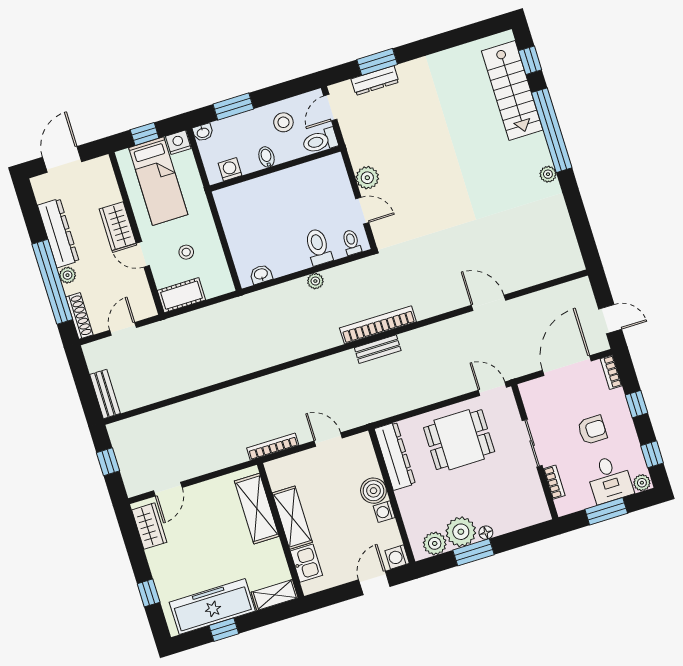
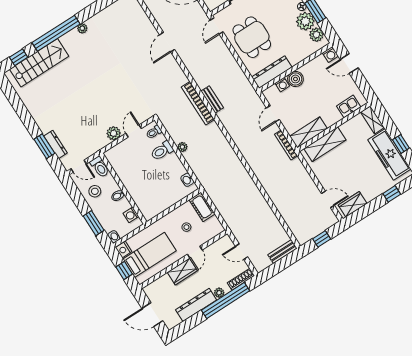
cot: (181, 295) -> (202, 207), moved
washing machine: (384, 512) -> (282, 85), moved
shelving: (292, 518) -> (308, 132), moved

